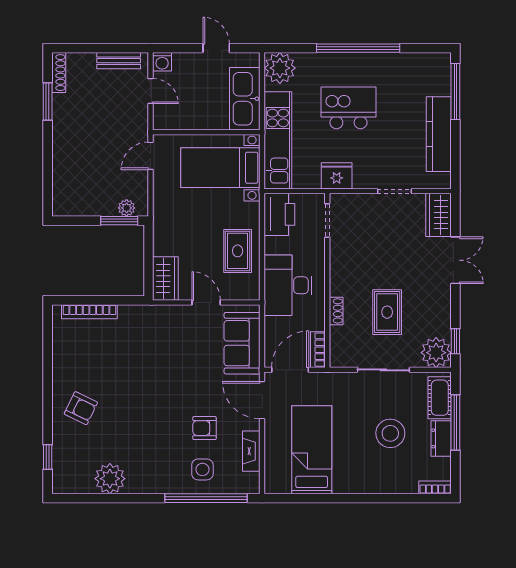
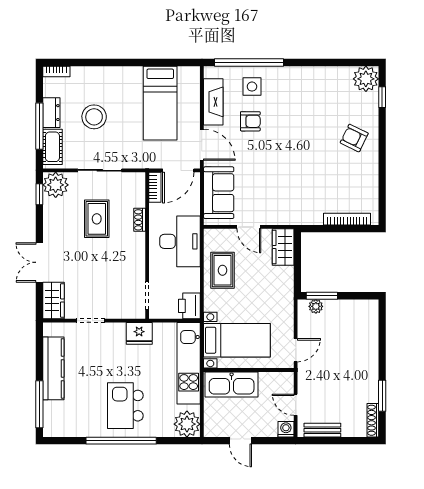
kitchen sink: (245, 99) -> (232, 384), moved, turned 90
kitchen island: (348, 108) -> (125, 406), moved, turned 90
printer: (279, 214) -> (189, 306), width x0.73, depth x0.84
fireplace: (251, 451) -> (213, 102), width x1.37, depth x1.32
plant: (110, 479) -> (366, 79), moved

